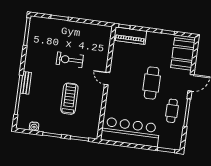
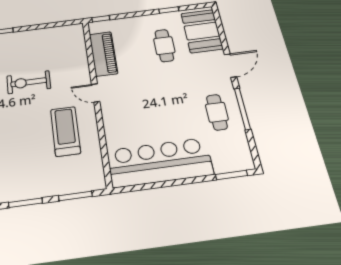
piano: (130, 36) -> (103, 54), moved, turned -90
cafe table: (152, 83) -> (164, 46), moved, width x0.73, depth x0.74
treadmill: (69, 99) -> (65, 131), moved

